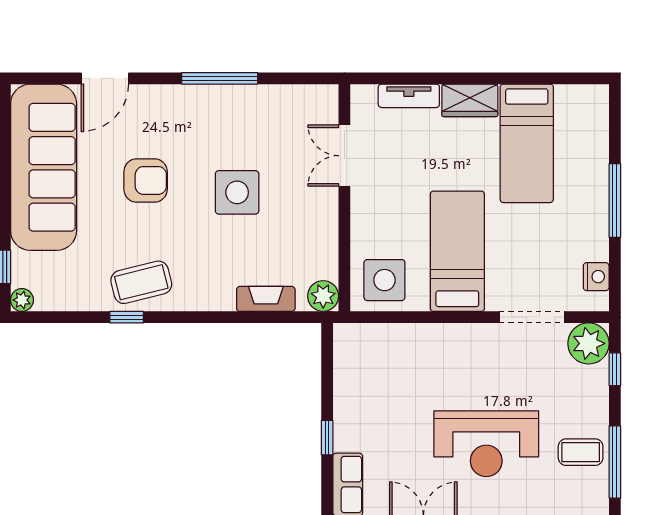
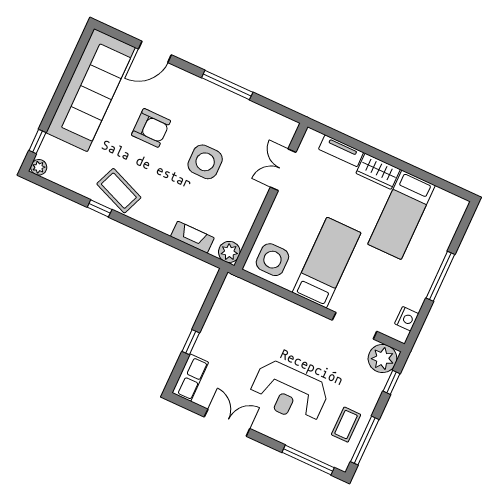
coffee table: (141, 282) -> (119, 191), turned 36
coffee table: (581, 452) -> (346, 425), turned 90

